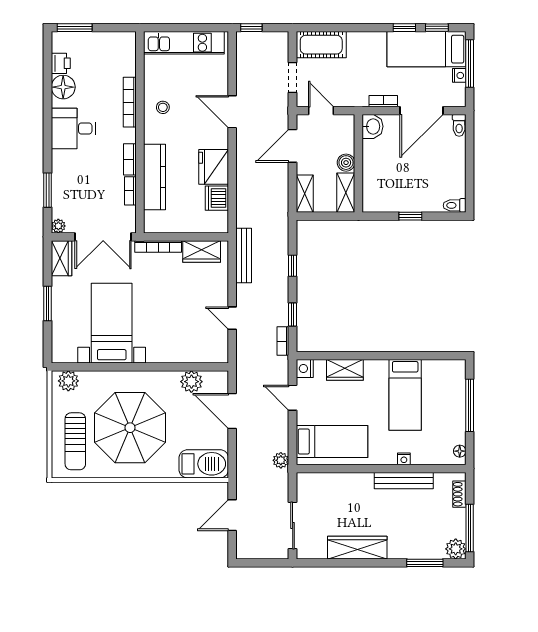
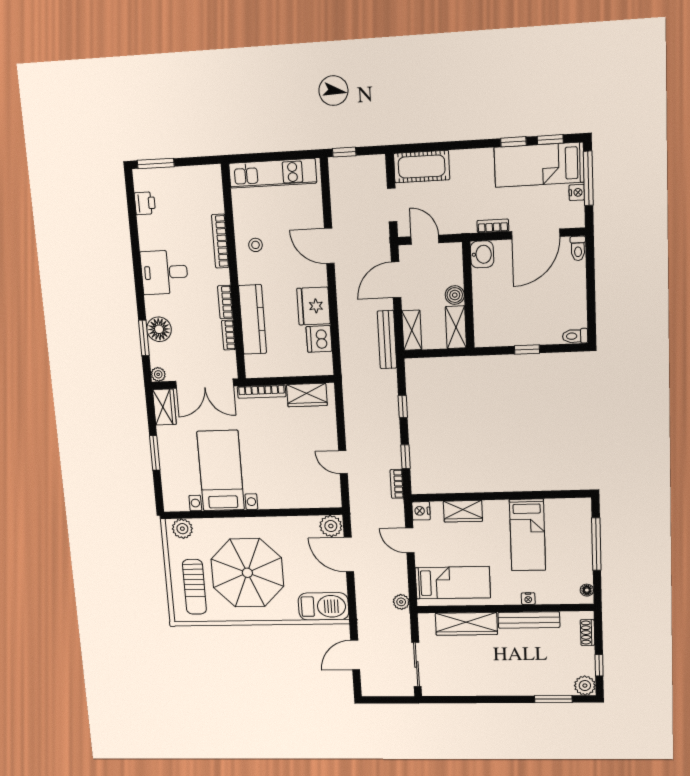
floor lamp: (63, 87) -> (159, 329), moved
bench: (244, 255) -> (387, 340), moved
plant: (191, 382) -> (331, 526), moved
window: (470, 528) -> (599, 665), width x0.46
wardrobe: (357, 548) -> (466, 624), moved, turned 180

